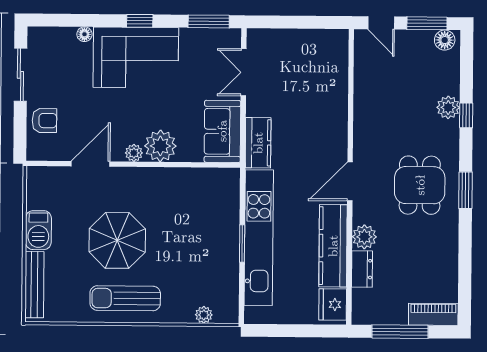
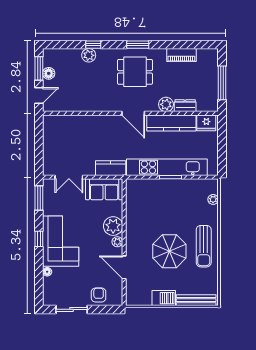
floor lamp: (445, 40) -> (49, 73), moved
piano: (433, 314) -> (181, 55), moved, turned -90

